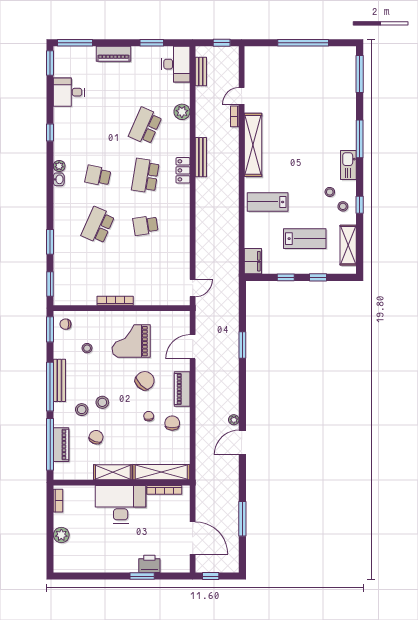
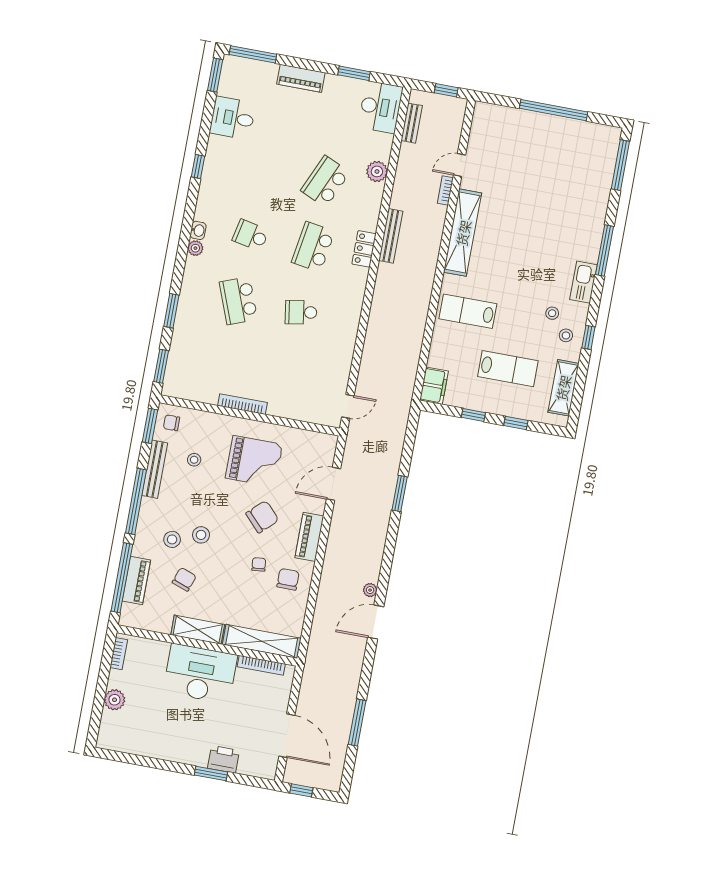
plant: (59, 166) -> (195, 248), moved
school desk: (98, 225) -> (238, 301), turned -45
grand piano: (131, 341) -> (254, 461), turned 180
bench: (59, 380) -> (155, 469), moved

